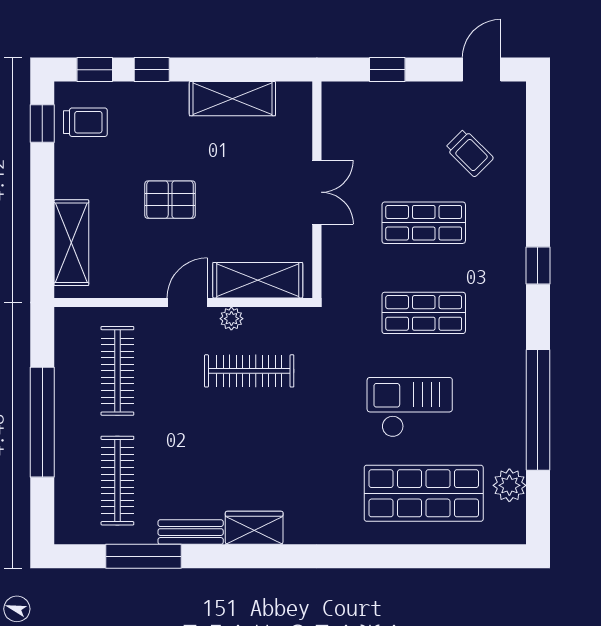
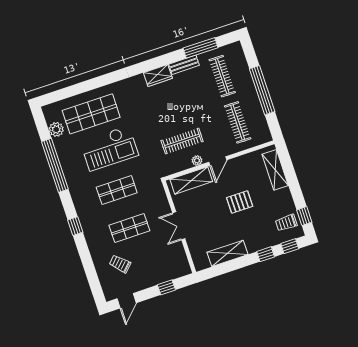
checkout: (410, 407) -> (109, 148), width x1.36, depth x1.21

